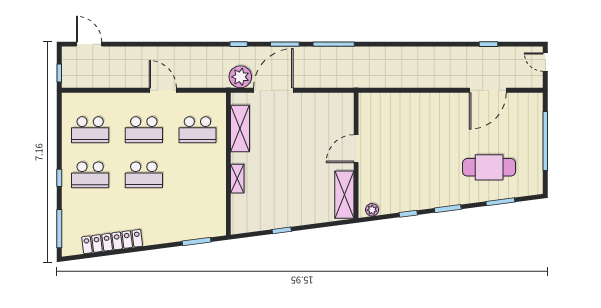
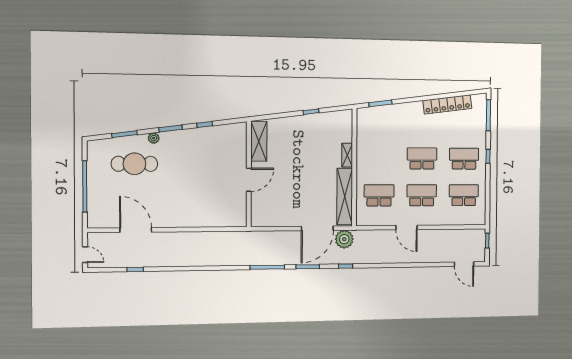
door: (488, 90) -> (136, 230), hinge flipped
shelving: (240, 128) -> (345, 197), width x1.47
plant: (372, 210) -> (154, 138), moved

